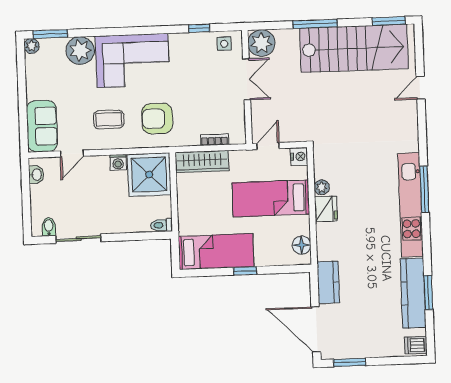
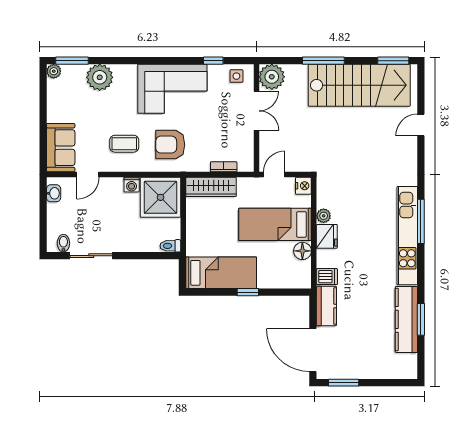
corner sofa: (132, 60) -> (172, 89), moved
floor lamp: (302, 245) -> (302, 251), moved
dishwasher: (416, 345) -> (327, 277), moved, turned 180

